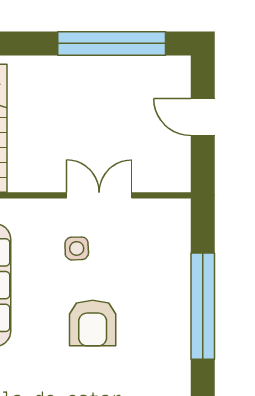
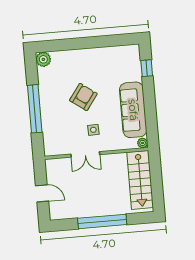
window: (112, 43) -> (102, 221), moved
armchair: (93, 323) -> (83, 97), turned 36

